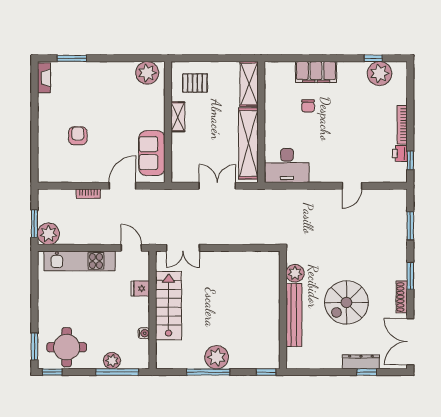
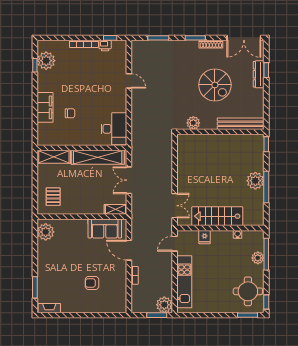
shelving: (178, 117) -> (115, 209), moved
bench: (294, 315) -> (241, 124), moved

